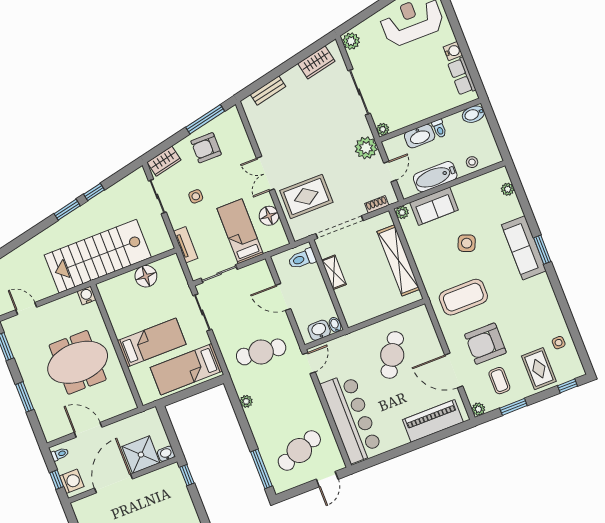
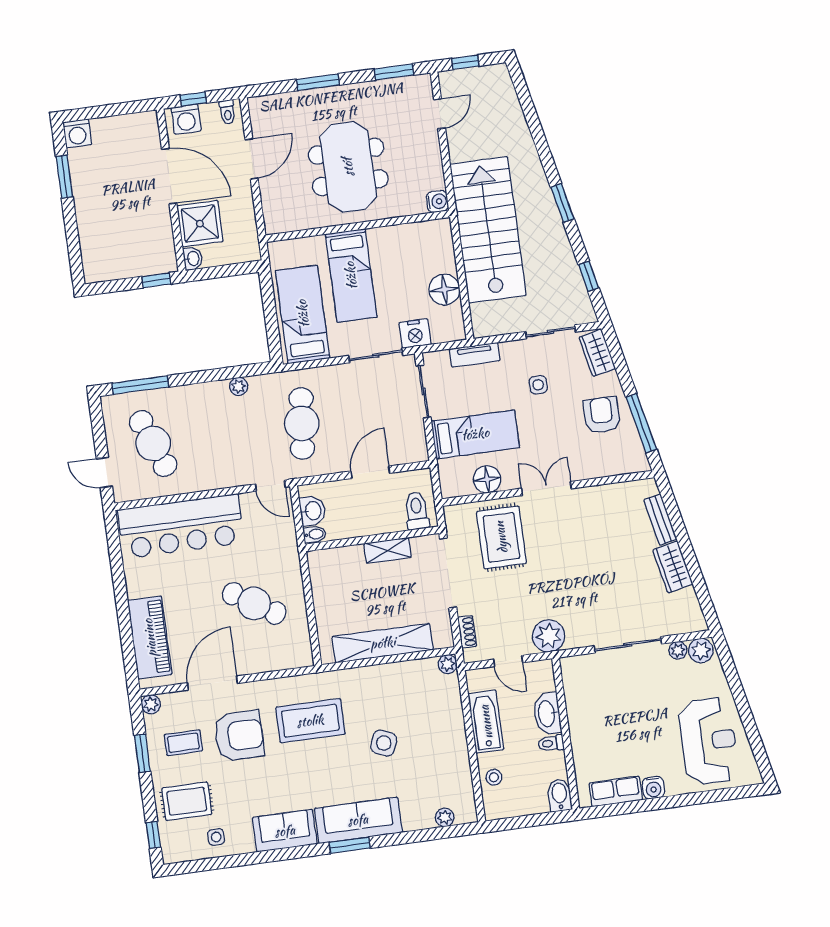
wardrobe: (316, 62) -> (673, 567), moved
plant: (383, 129) -> (678, 650), moved
window: (94, 192) -> (589, 276), moved
sofa: (434, 206) -> (285, 831), moved, turned 90
nightstand: (181, 289) -> (415, 334), added
coffee table: (463, 297) -> (310, 721), turned 90
armchair: (485, 344) -> (239, 736), turned 90

